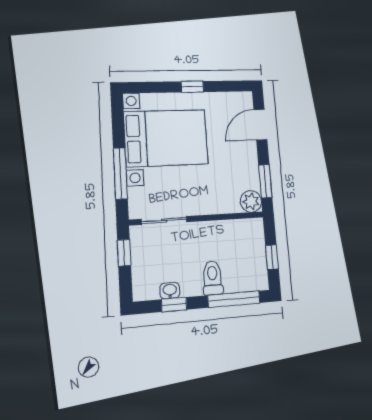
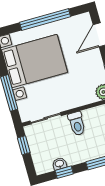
window: (192, 87) -> (45, 19), width x3.17
toilet: (212, 278) -> (77, 124), moved, turned 180

